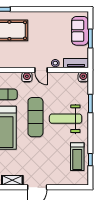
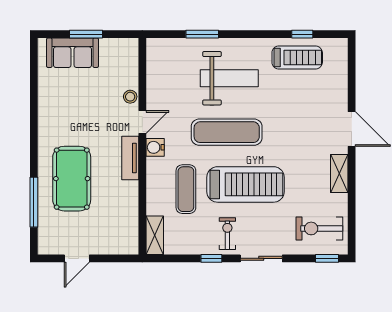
tv unit: (76, 63) -> (130, 158), moved
water cooler: (83, 77) -> (155, 47), removed
weight bench: (66, 119) -> (229, 78), turned -90

